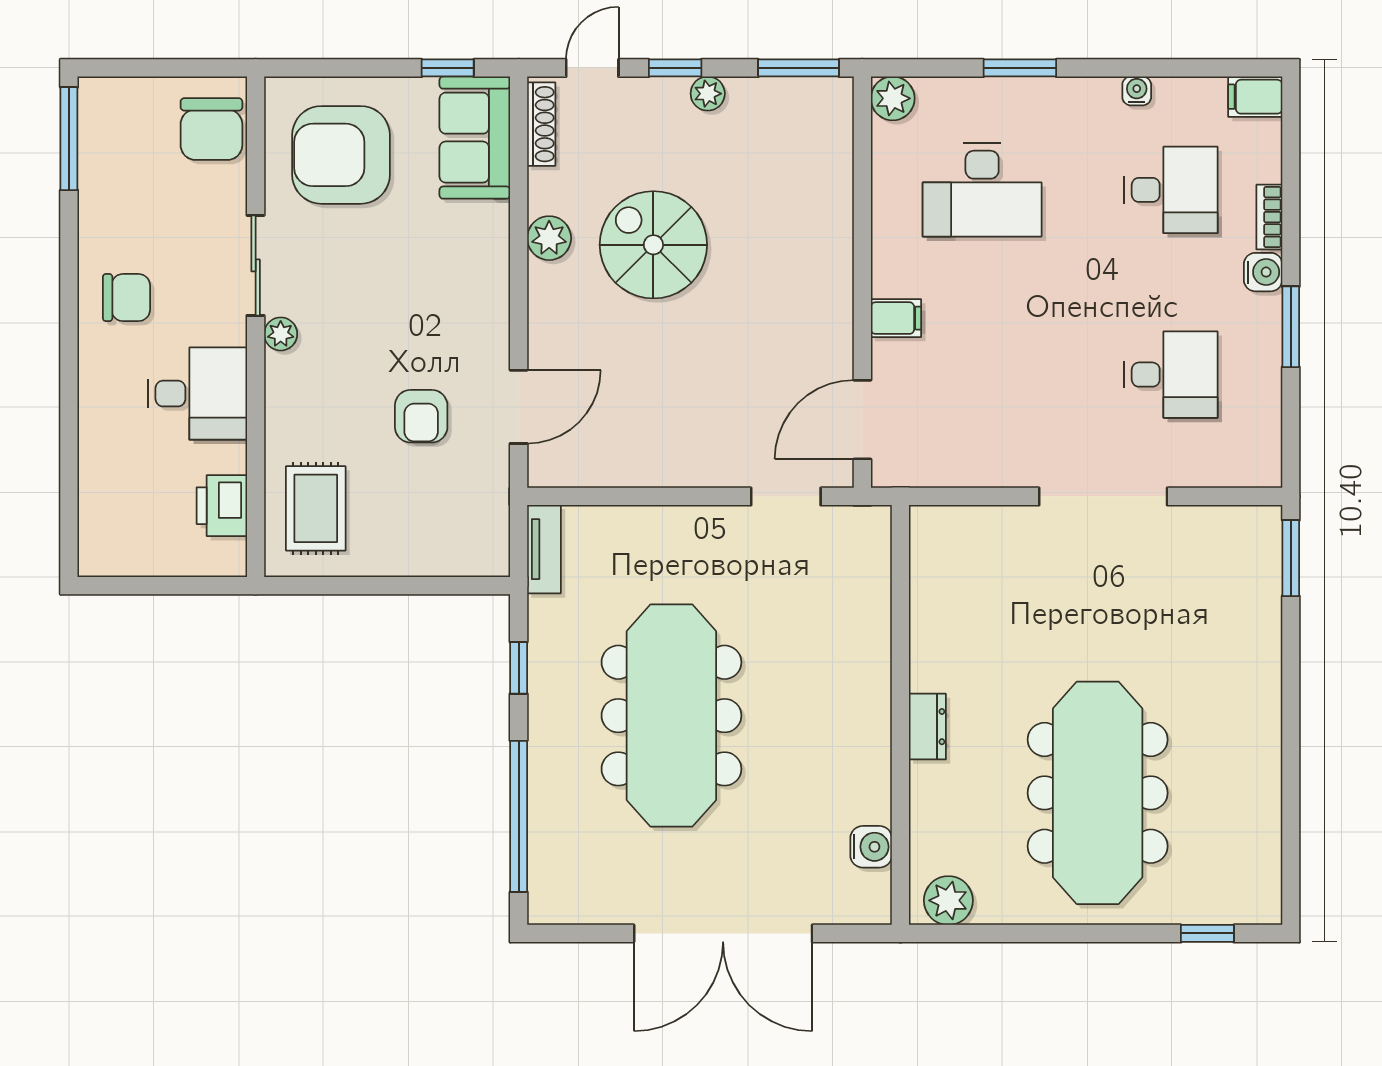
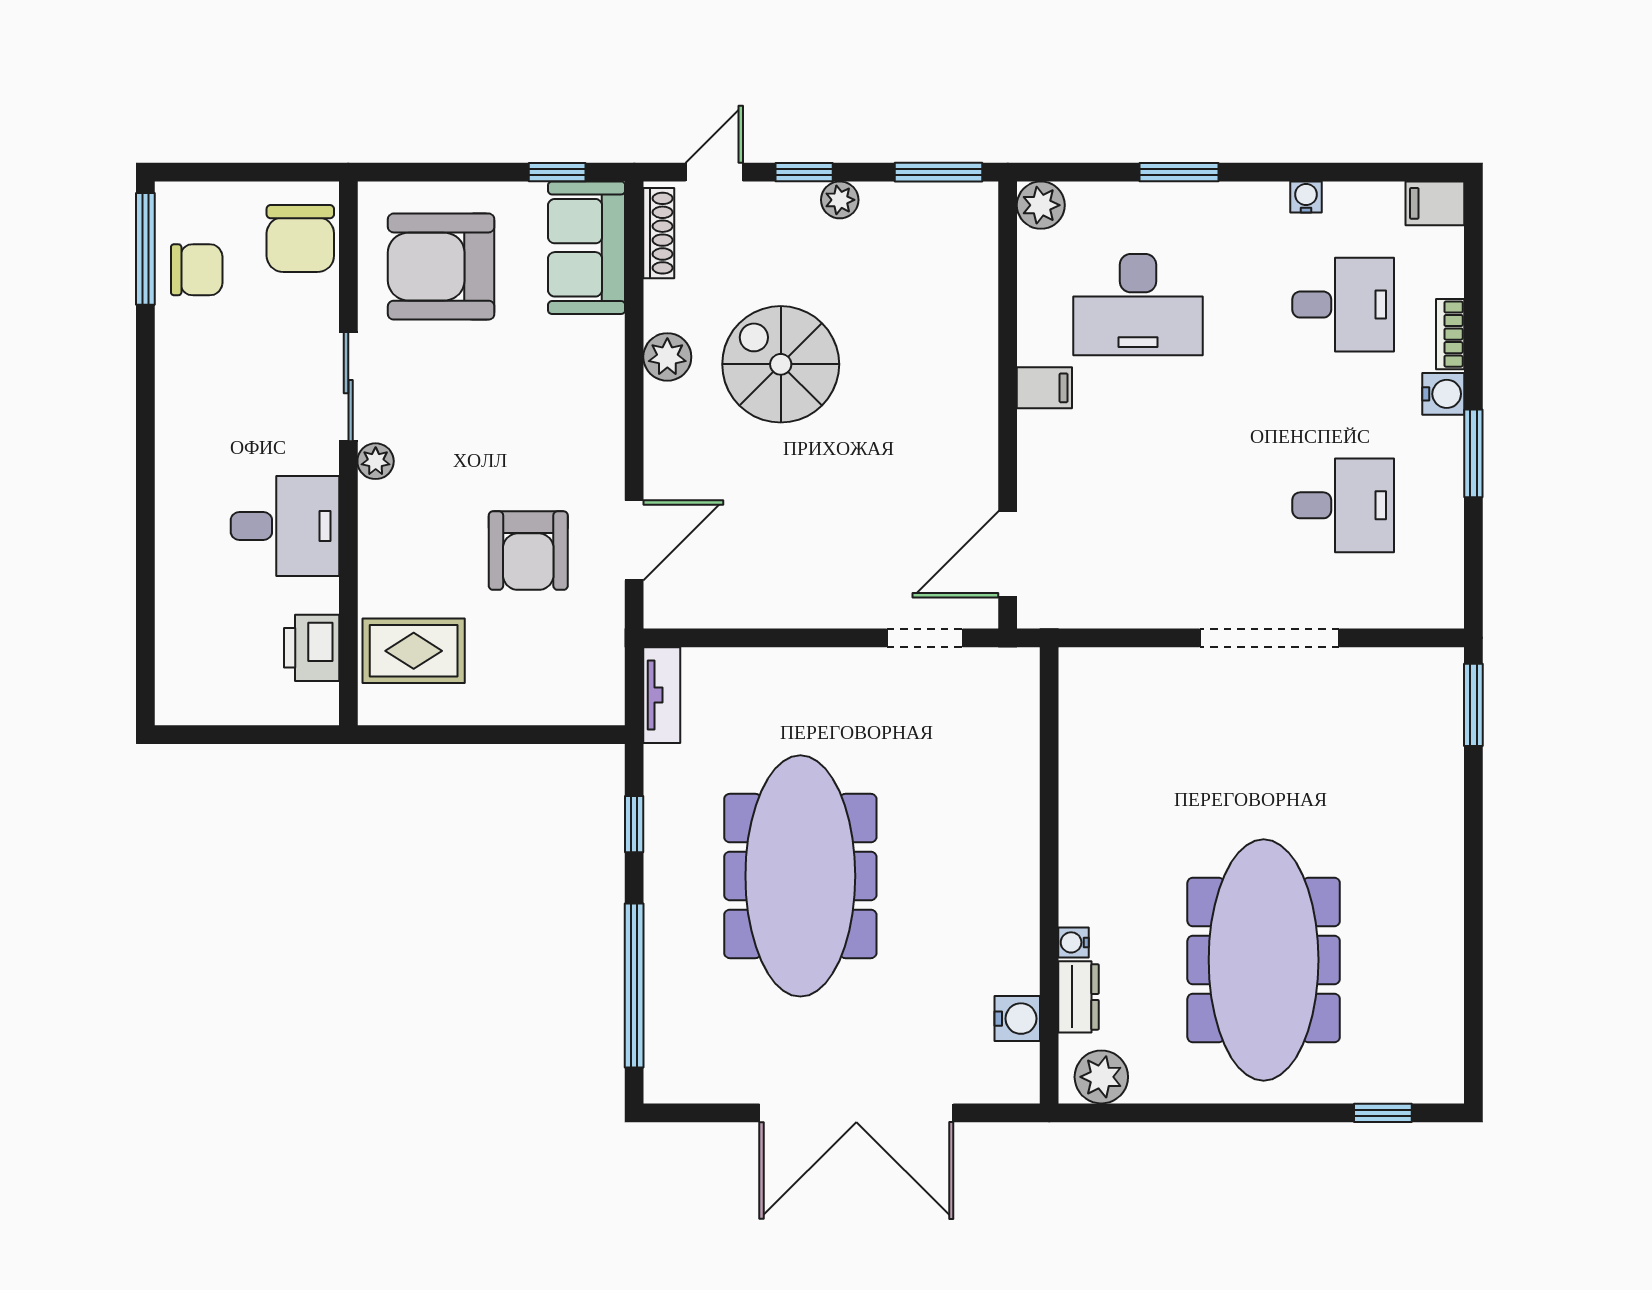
chair: (126, 298) -> (197, 270), moved
filing cabinet: (896, 318) -> (1044, 388), moved
armchair: (421, 416) -> (528, 551), width x1.38, depth x1.38
rug: (316, 508) -> (414, 651), turned 90
dresser: (927, 727) -> (1079, 997), moved
water cooler: (923, 777) -> (1074, 942), added

